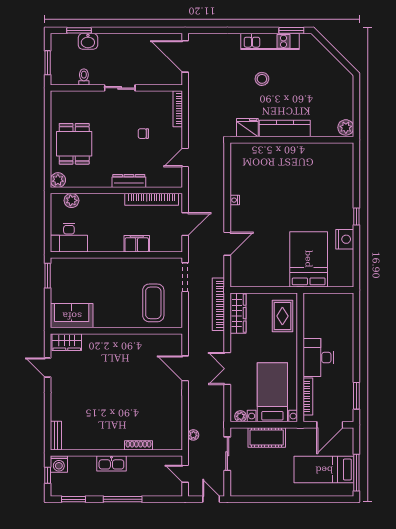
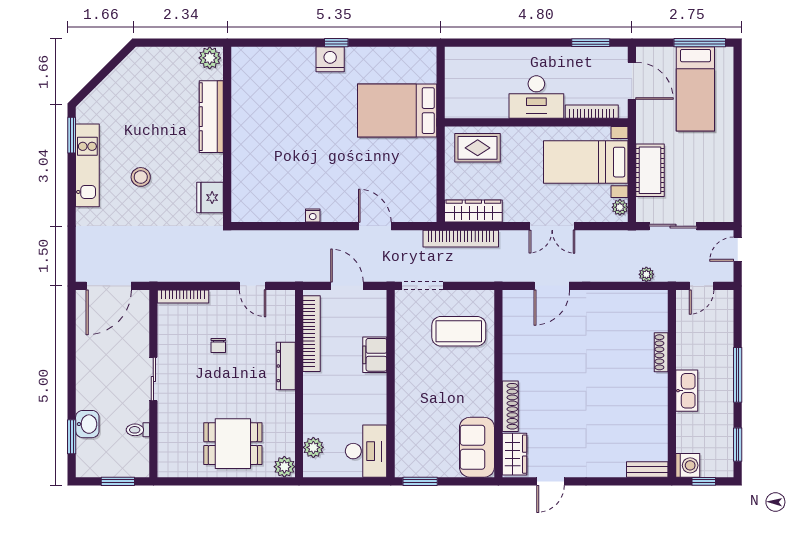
kitchen counter: (285, 129) -> (211, 117), moved
nightstand: (345, 239) -> (330, 59), moved
shoe rack: (101, 339) -> (510, 406), added

